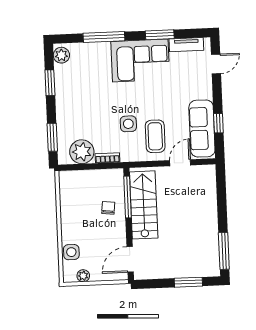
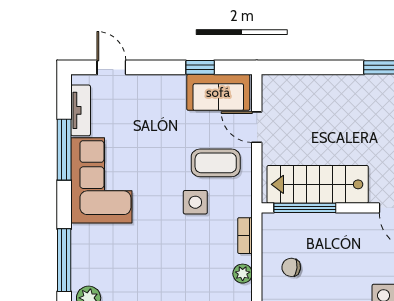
window: (160, 35) -> (64, 150), width x1.44
window: (104, 37) -> (64, 260), moved
sofa: (202, 128) -> (218, 92), width x0.73
plant: (82, 152) -> (243, 274), width x0.53, depth x0.53
chair: (108, 208) -> (291, 267), moved

